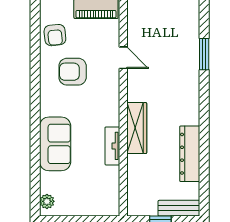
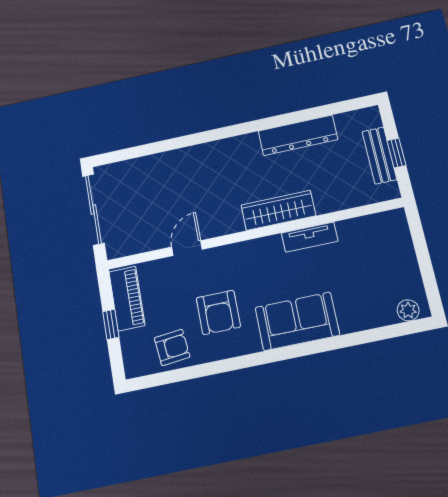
window: (204, 54) -> (164, 146), removed
sofa: (55, 144) -> (297, 321), moved
bench: (179, 208) -> (379, 155), moved

